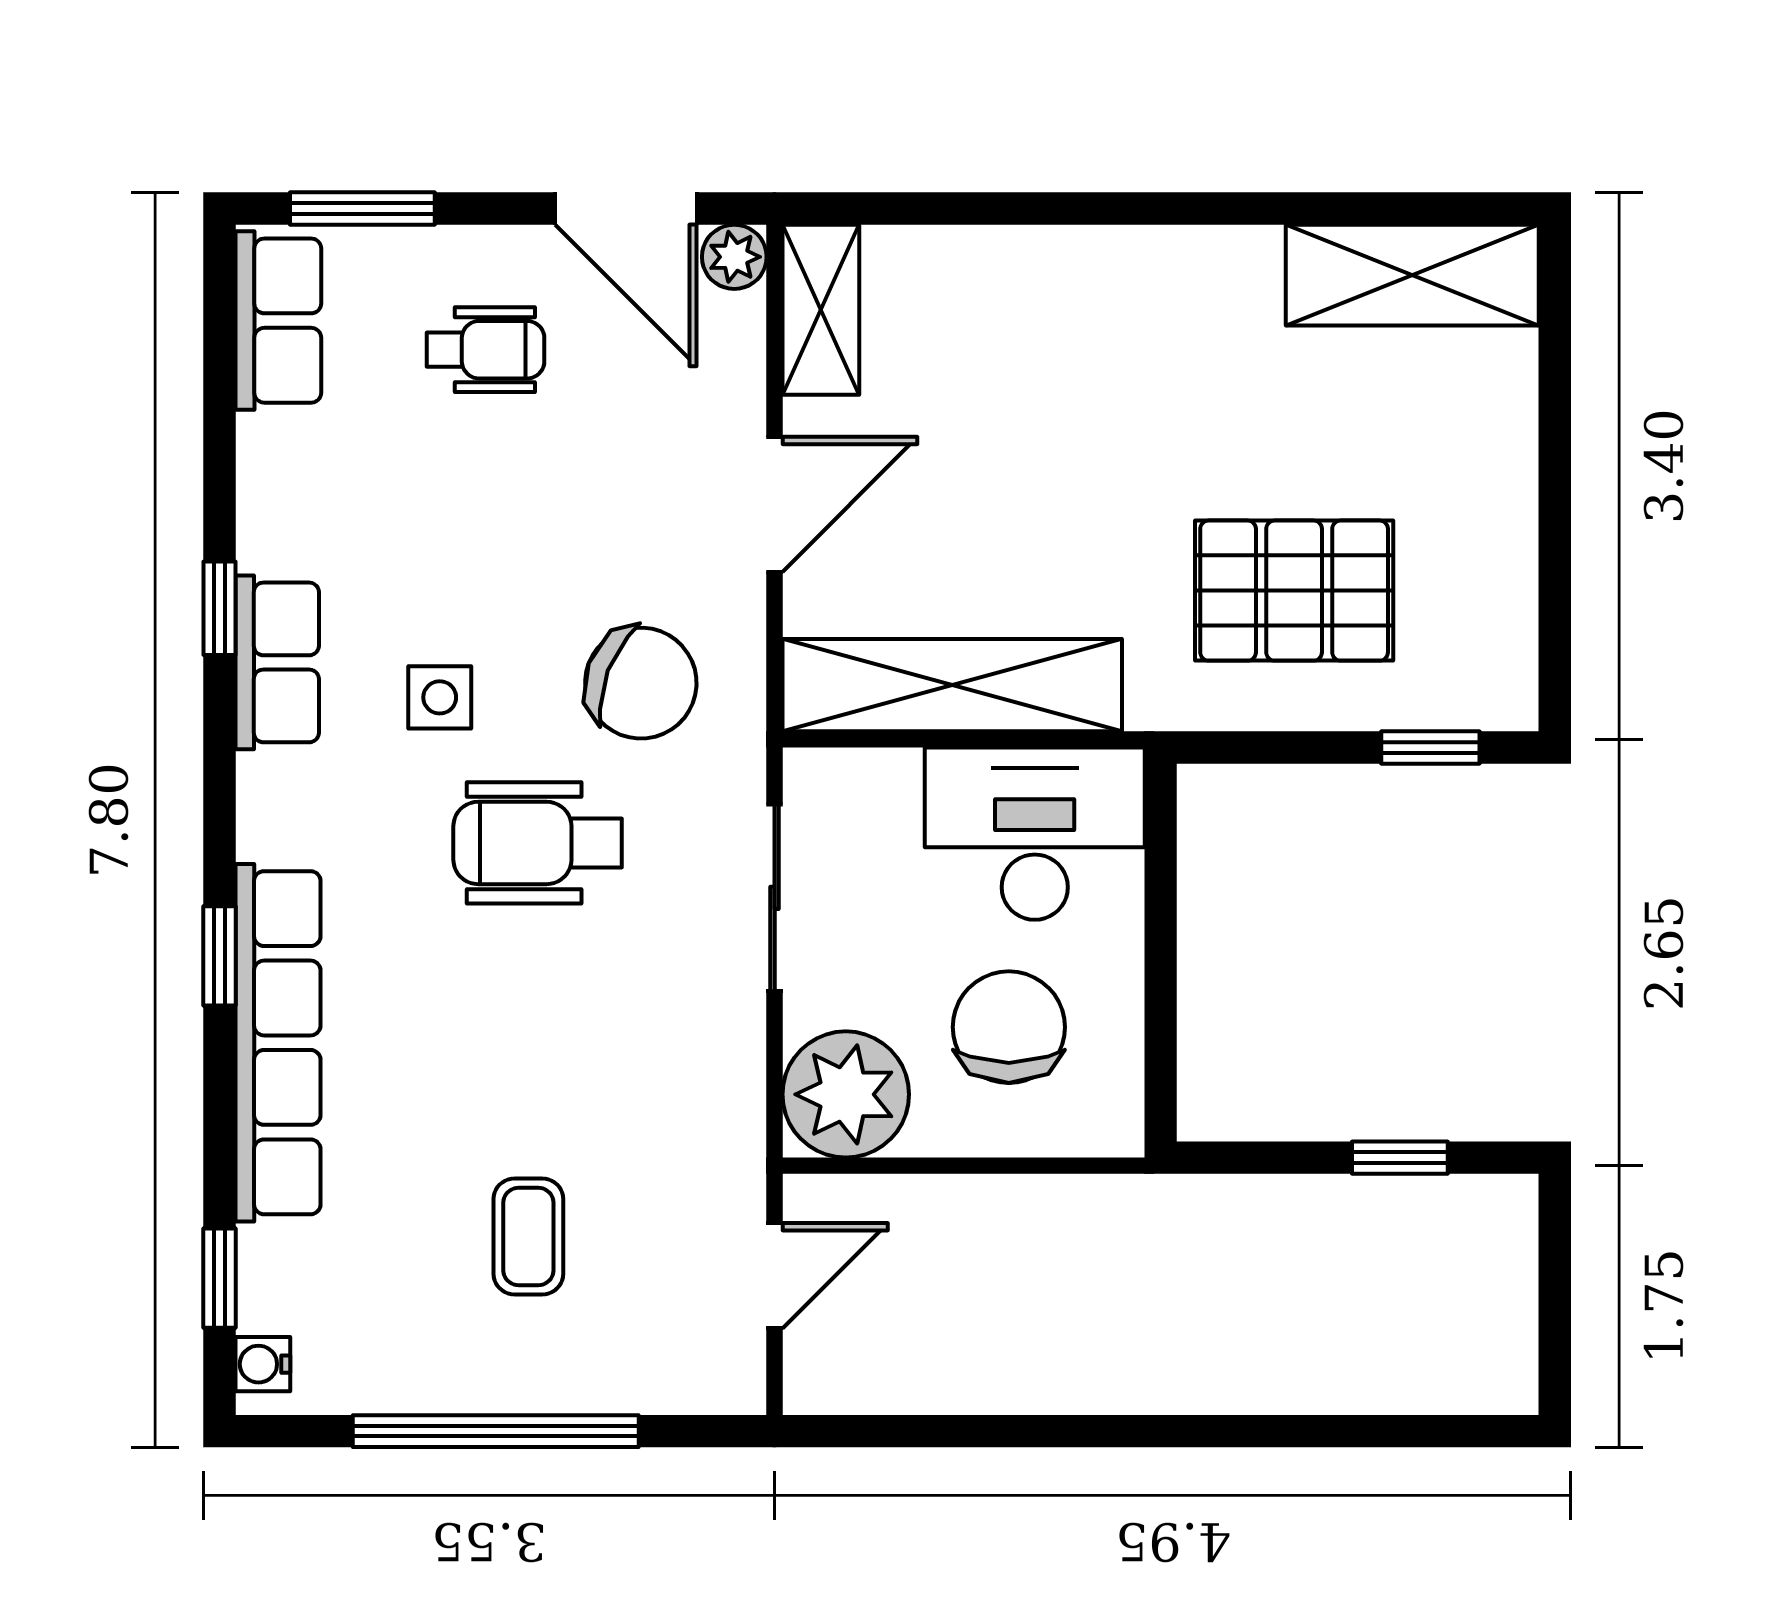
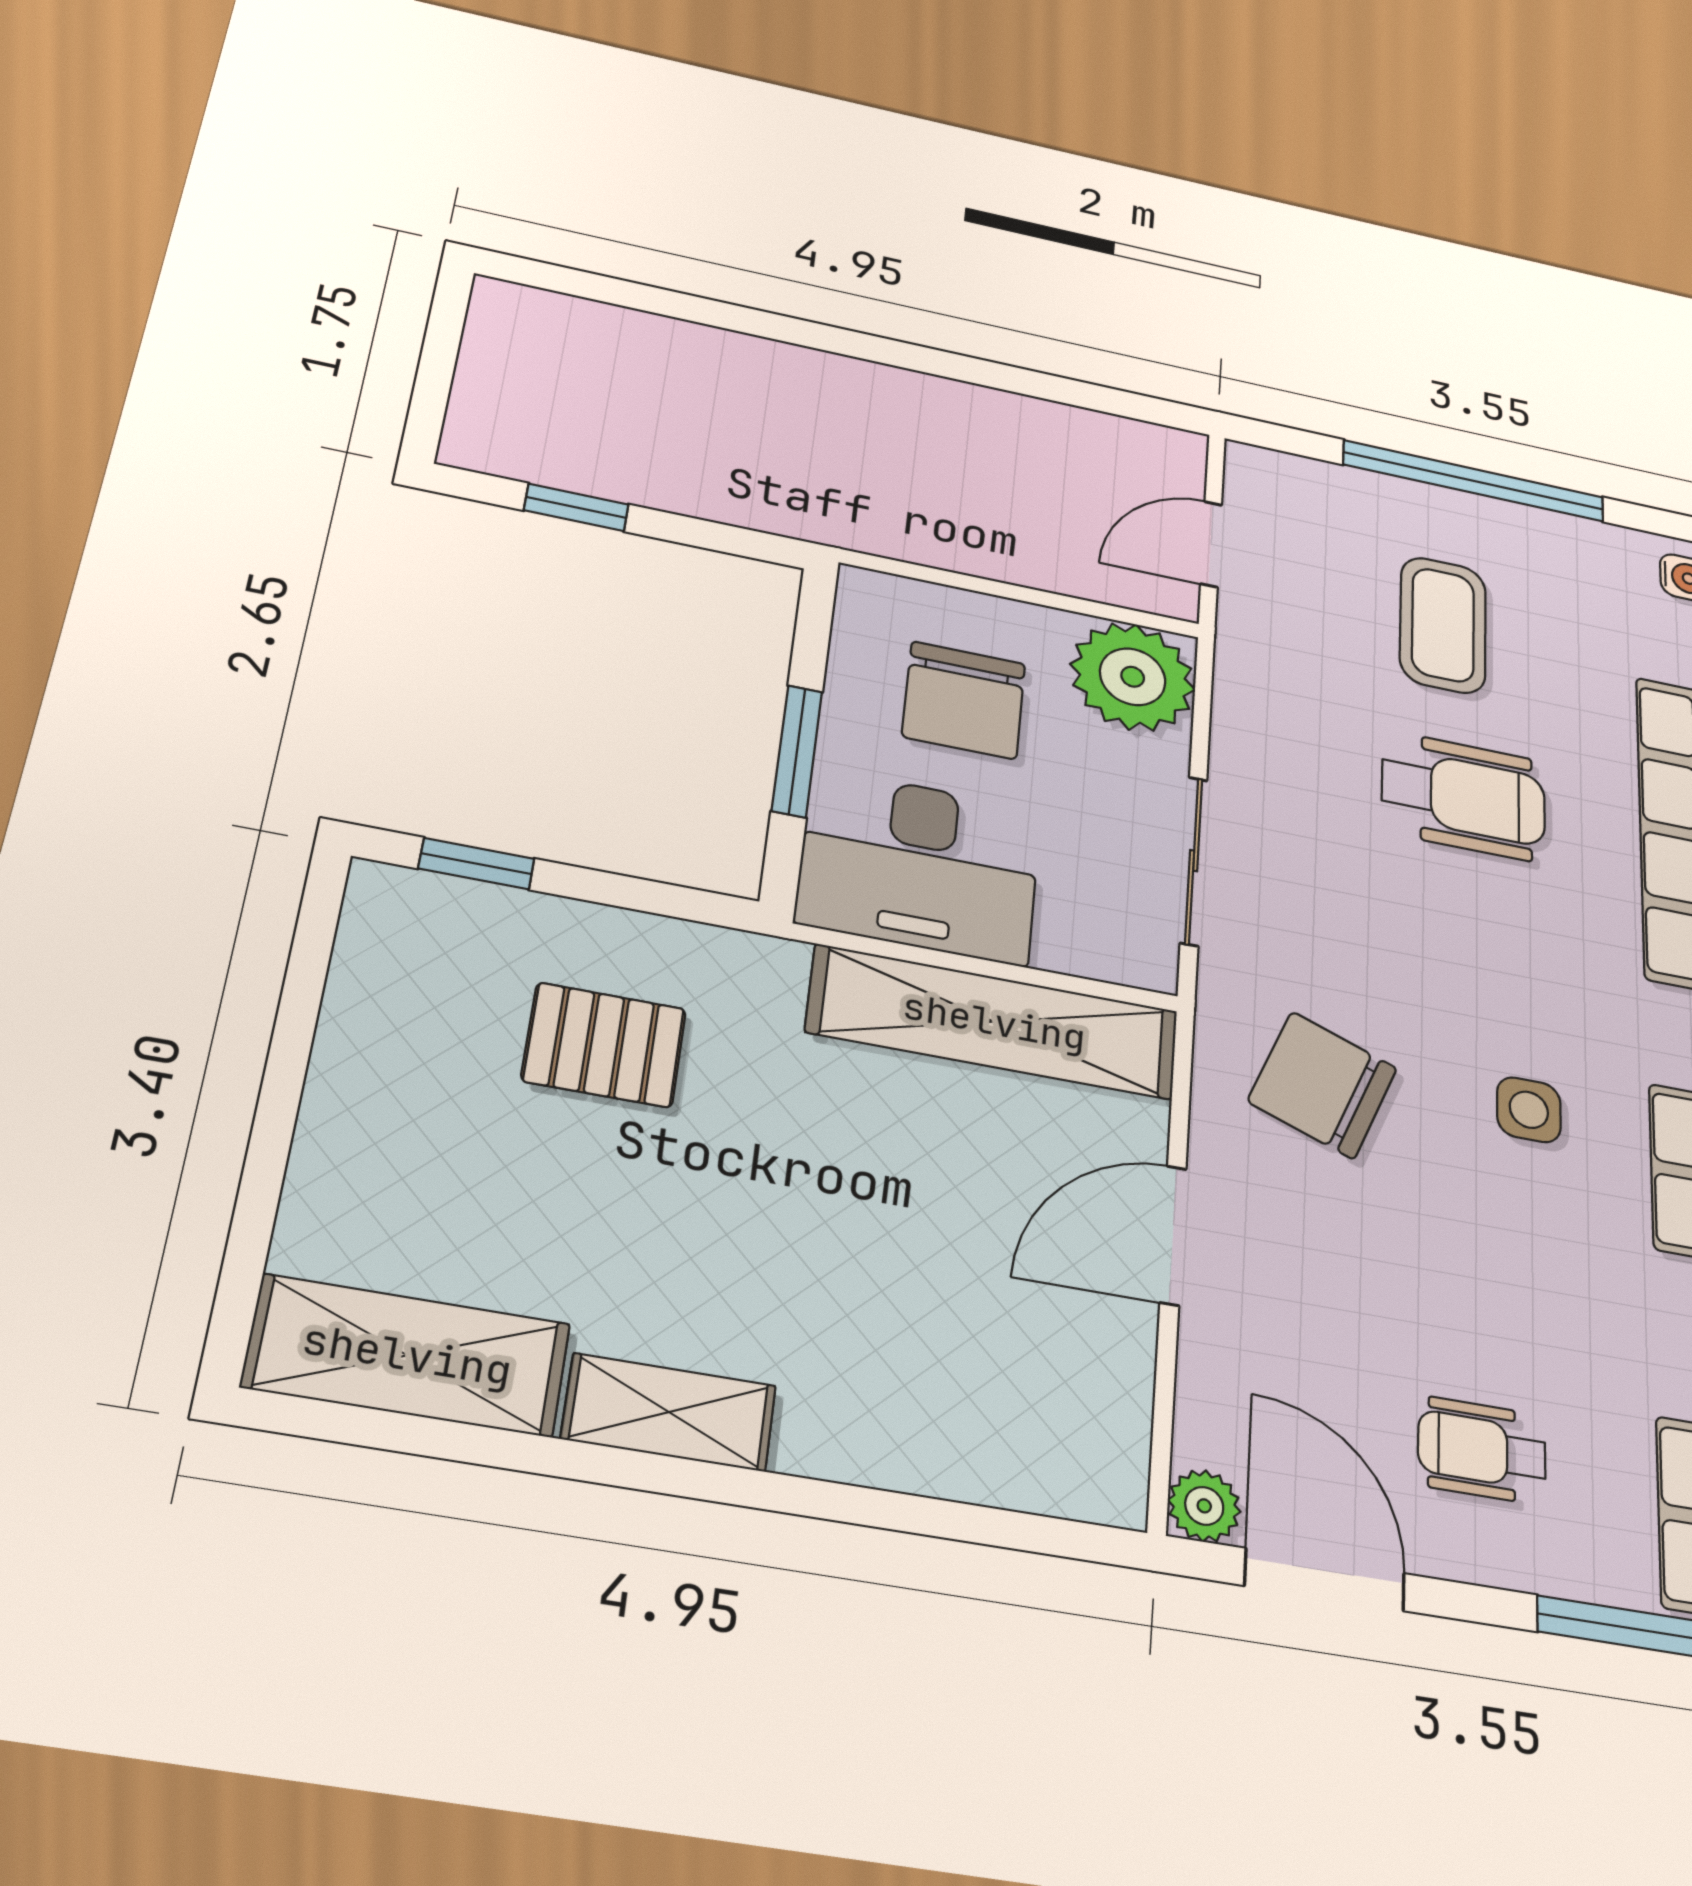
shelving: (821, 310) -> (669, 1412), moved, turned 90
pallet: (1294, 591) -> (604, 1045), width x0.67, depth x0.71
wheelchair: (538, 843) -> (1464, 796), moved
window: (1161, 932) -> (797, 751), added
coffee table: (528, 1236) -> (1443, 625), width x1.36, depth x1.30

